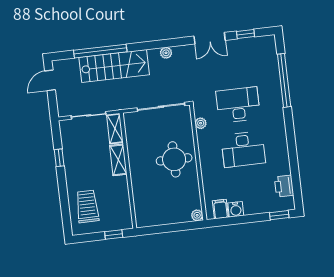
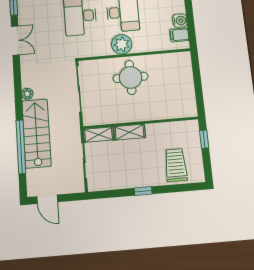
plant: (166, 53) -> (27, 94), moved
plant: (201, 123) -> (122, 44), moved, width x1.88, depth x1.88
window: (59, 158) -> (143, 191), moved
trolley: (87, 206) -> (176, 165), turned 90
plant: (197, 215) -> (185, 57), removed

